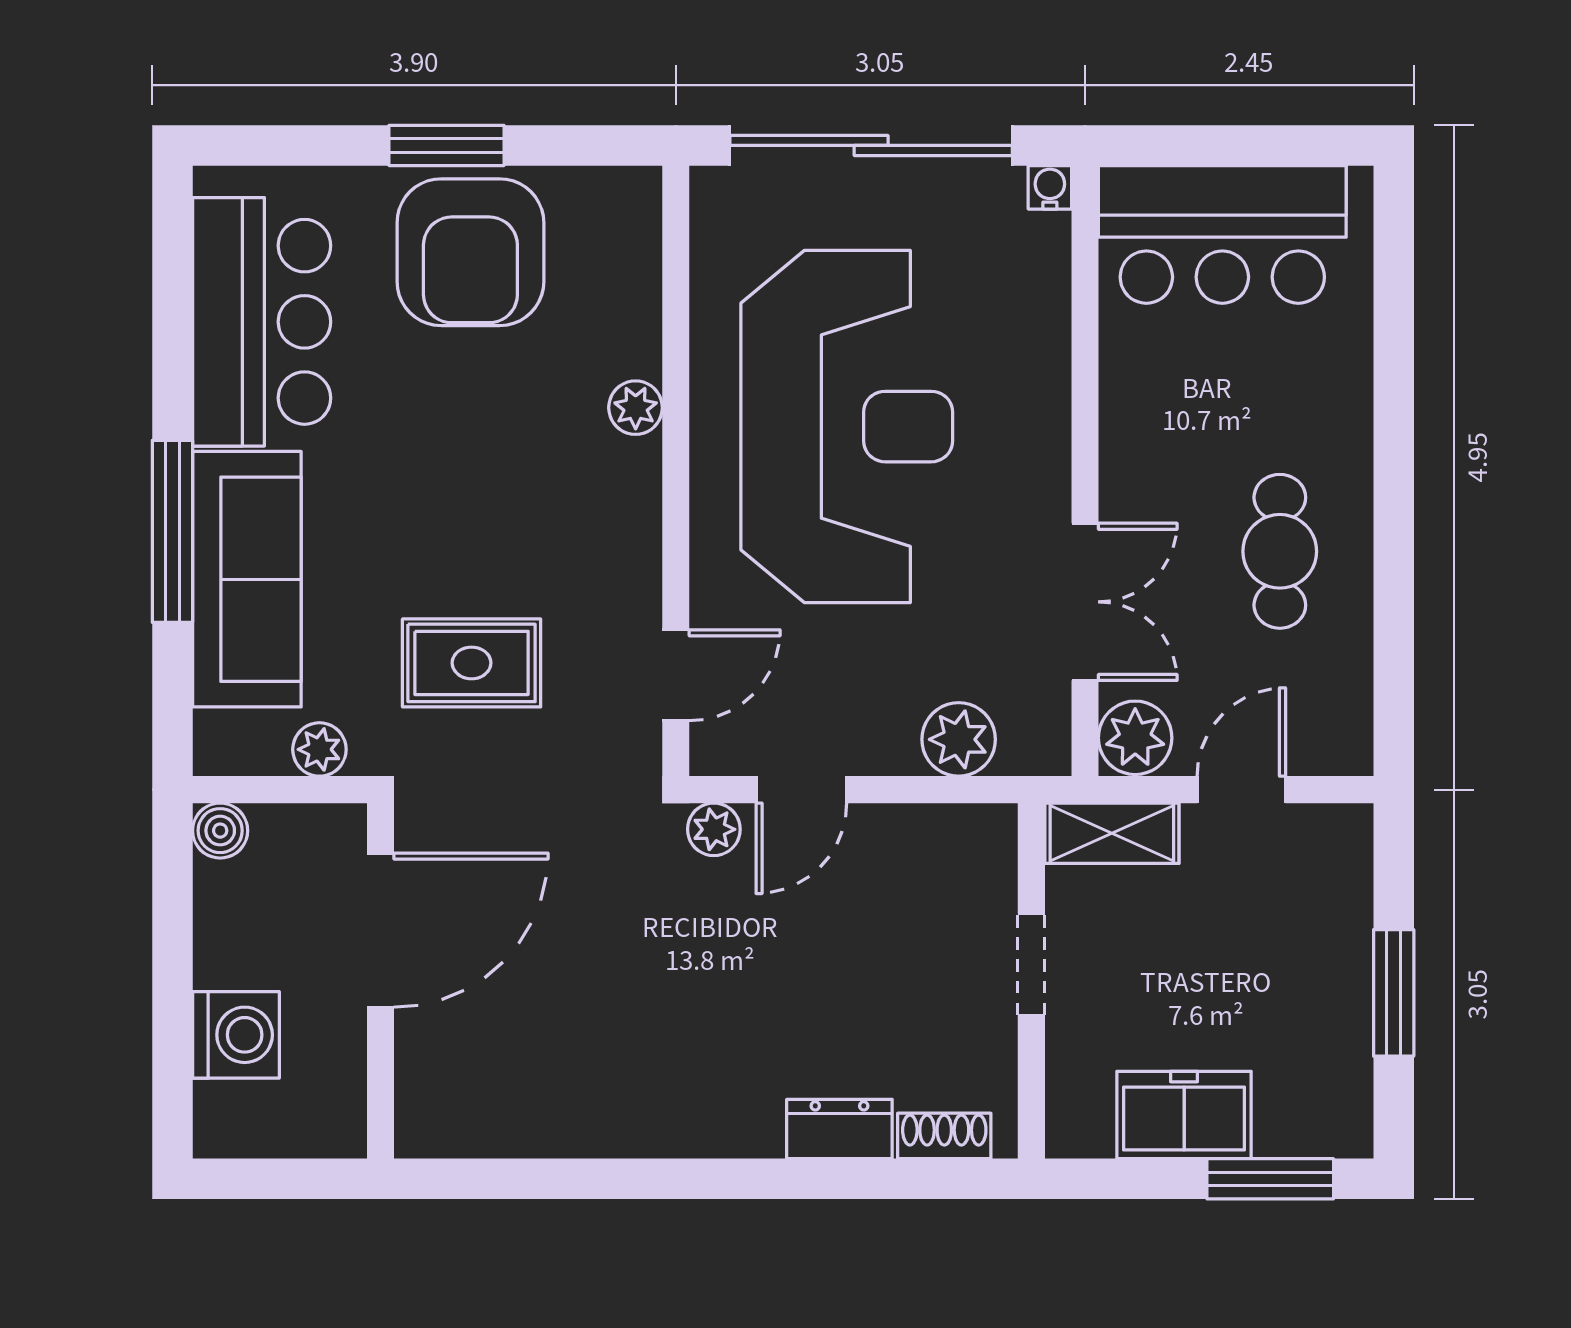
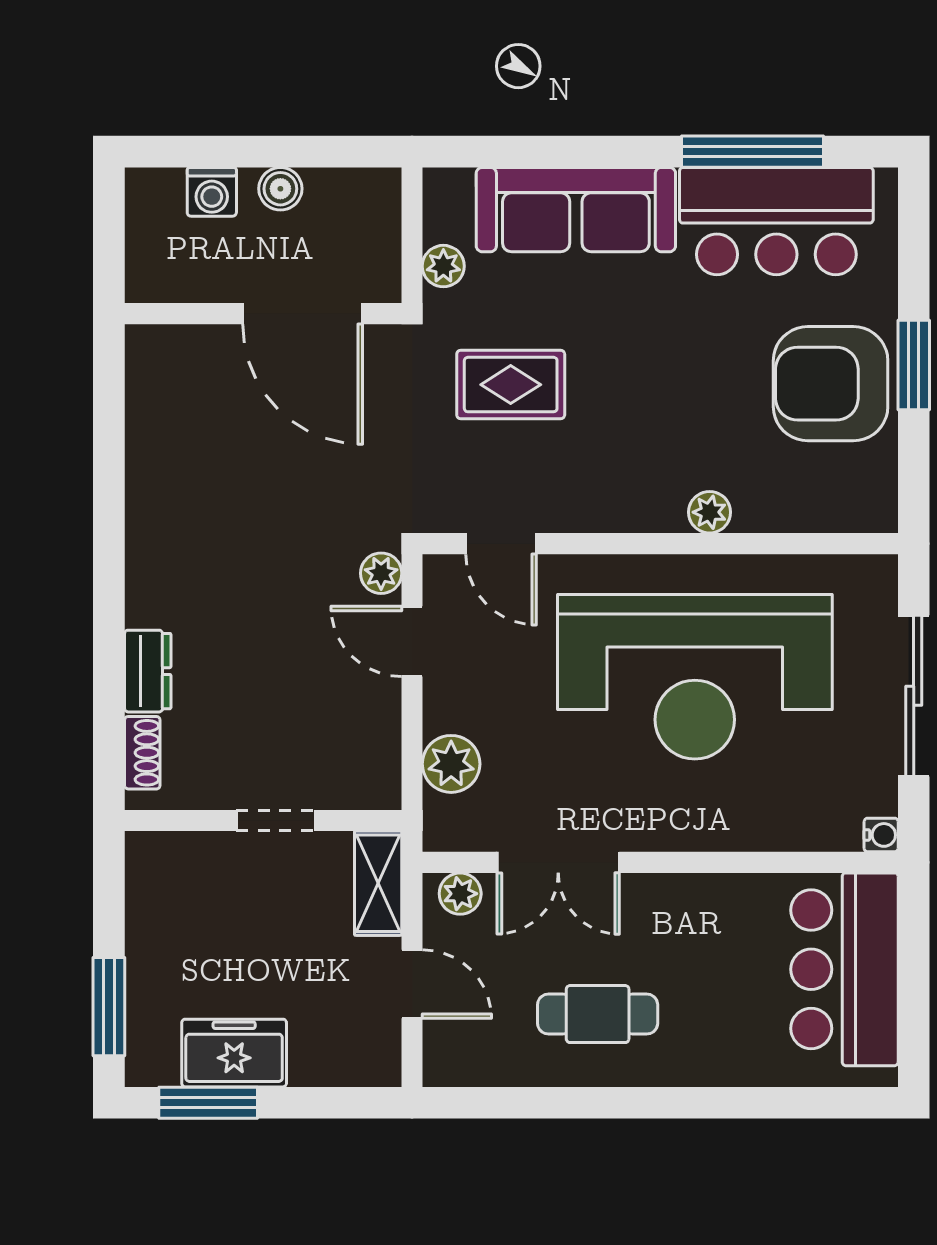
sliding door: (871, 145) -> (914, 696), width x0.73
window: (172, 531) -> (752, 152), moved
rug: (472, 663) -> (511, 385), turned 90
plant: (1135, 738) -> (460, 894), width x0.73, depth x0.73
boiler: (220, 831) -> (280, 189), moved
window: (1394, 993) -> (208, 1103), moved
washing machine: (236, 1035) -> (212, 192), width x0.73, depth x0.73
freezer: (1184, 1115) -> (234, 1053), moved, turned -90

